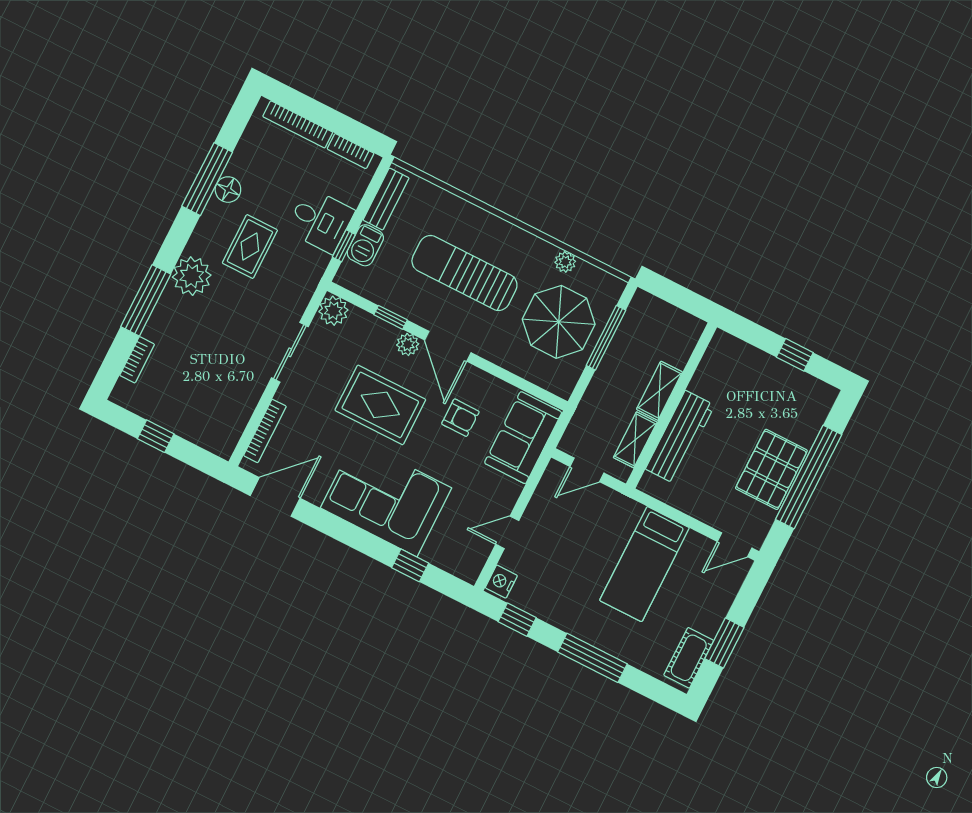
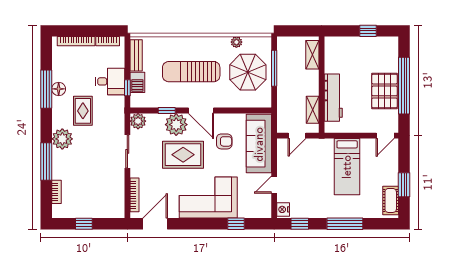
plant: (408, 344) -> (176, 125), width x1.87, depth x1.87
shelving: (659, 391) -> (312, 55), moved
sofa: (523, 438) -> (259, 144), width x1.36

